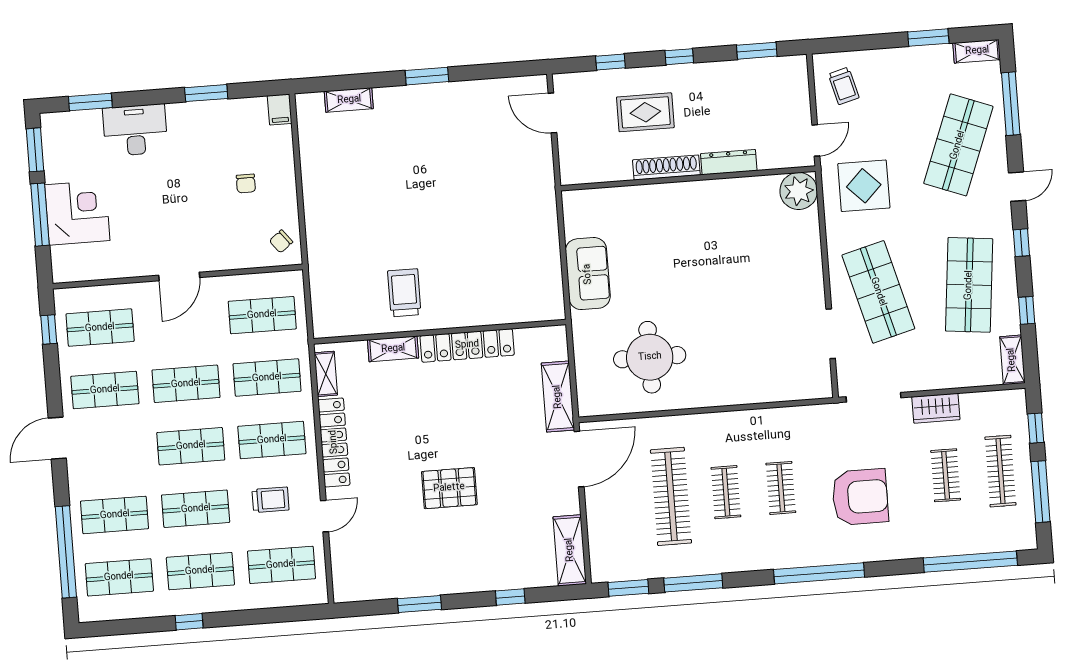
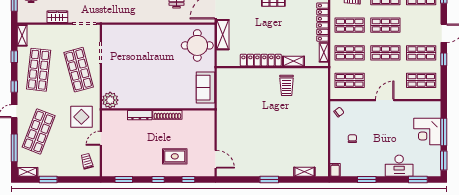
dresser: (729, 162) -> (140, 115), moved
shoe rack: (666, 167) -> (167, 115), moved
wall: (688, 178) -> (158, 109), moved
plant: (799, 191) -> (110, 100), moved
window: (49, 330) -> (444, 59), moved
round table: (650, 357) -> (197, 45), moved

